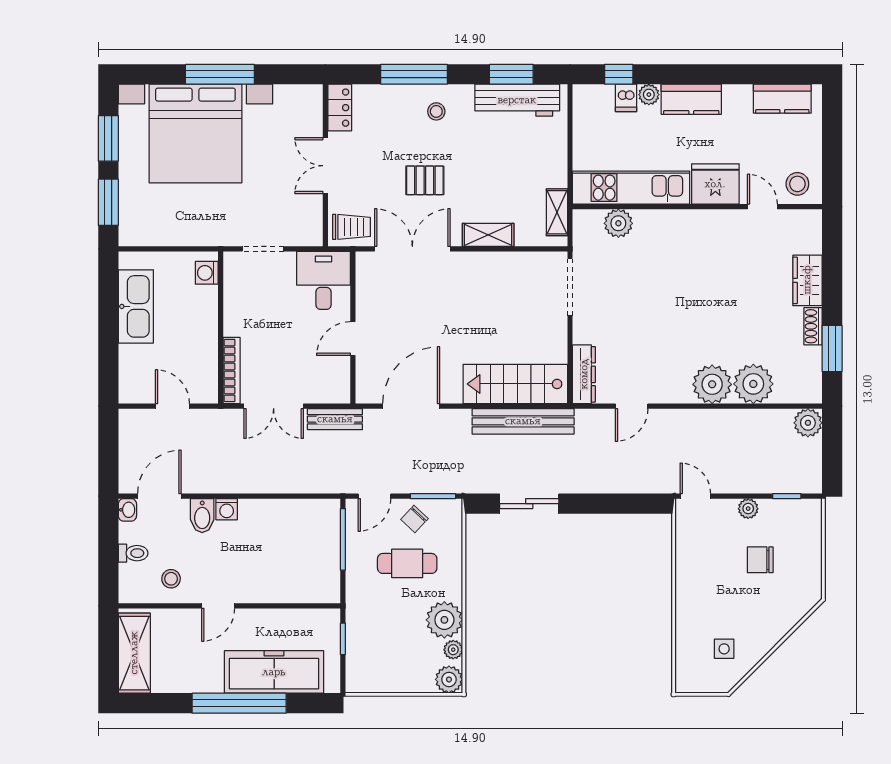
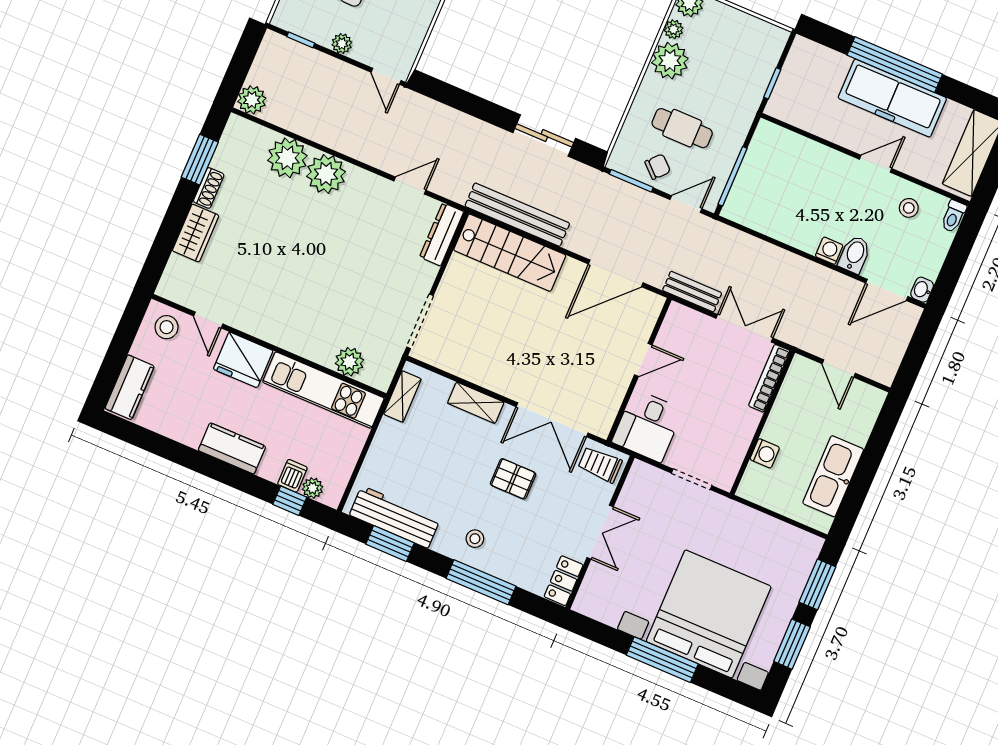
plant: (649, 95) -> (313, 488), moved
kitchen counter: (782, 99) -> (130, 387), moved, turned 90
washing machine: (207, 273) -> (765, 453), moved
toilet: (133, 553) -> (953, 216), moved, turned -90
freezer: (274, 672) -> (892, 98), moved

